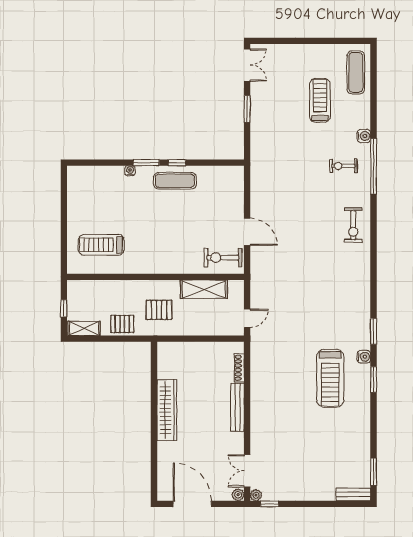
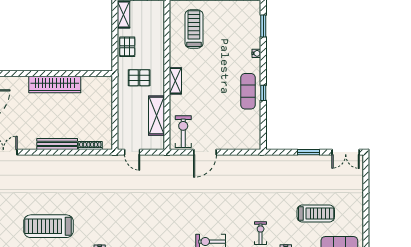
window: (146, 163) -> (263, 26), moved
shelving: (163, 267) -> (175, 81), added
pallet: (159, 310) -> (139, 78), turned 90
treadmill: (330, 378) -> (49, 226), moved

